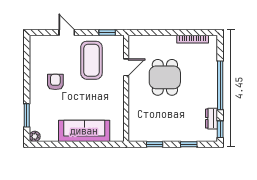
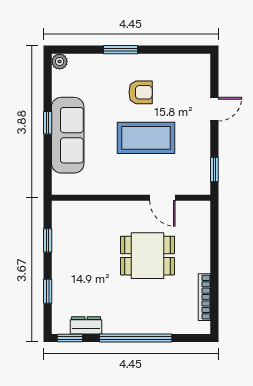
coffee table: (91, 60) -> (146, 138), moved
window: (27, 115) -> (120, 50), moved
window: (76, 144) -> (48, 123), added

